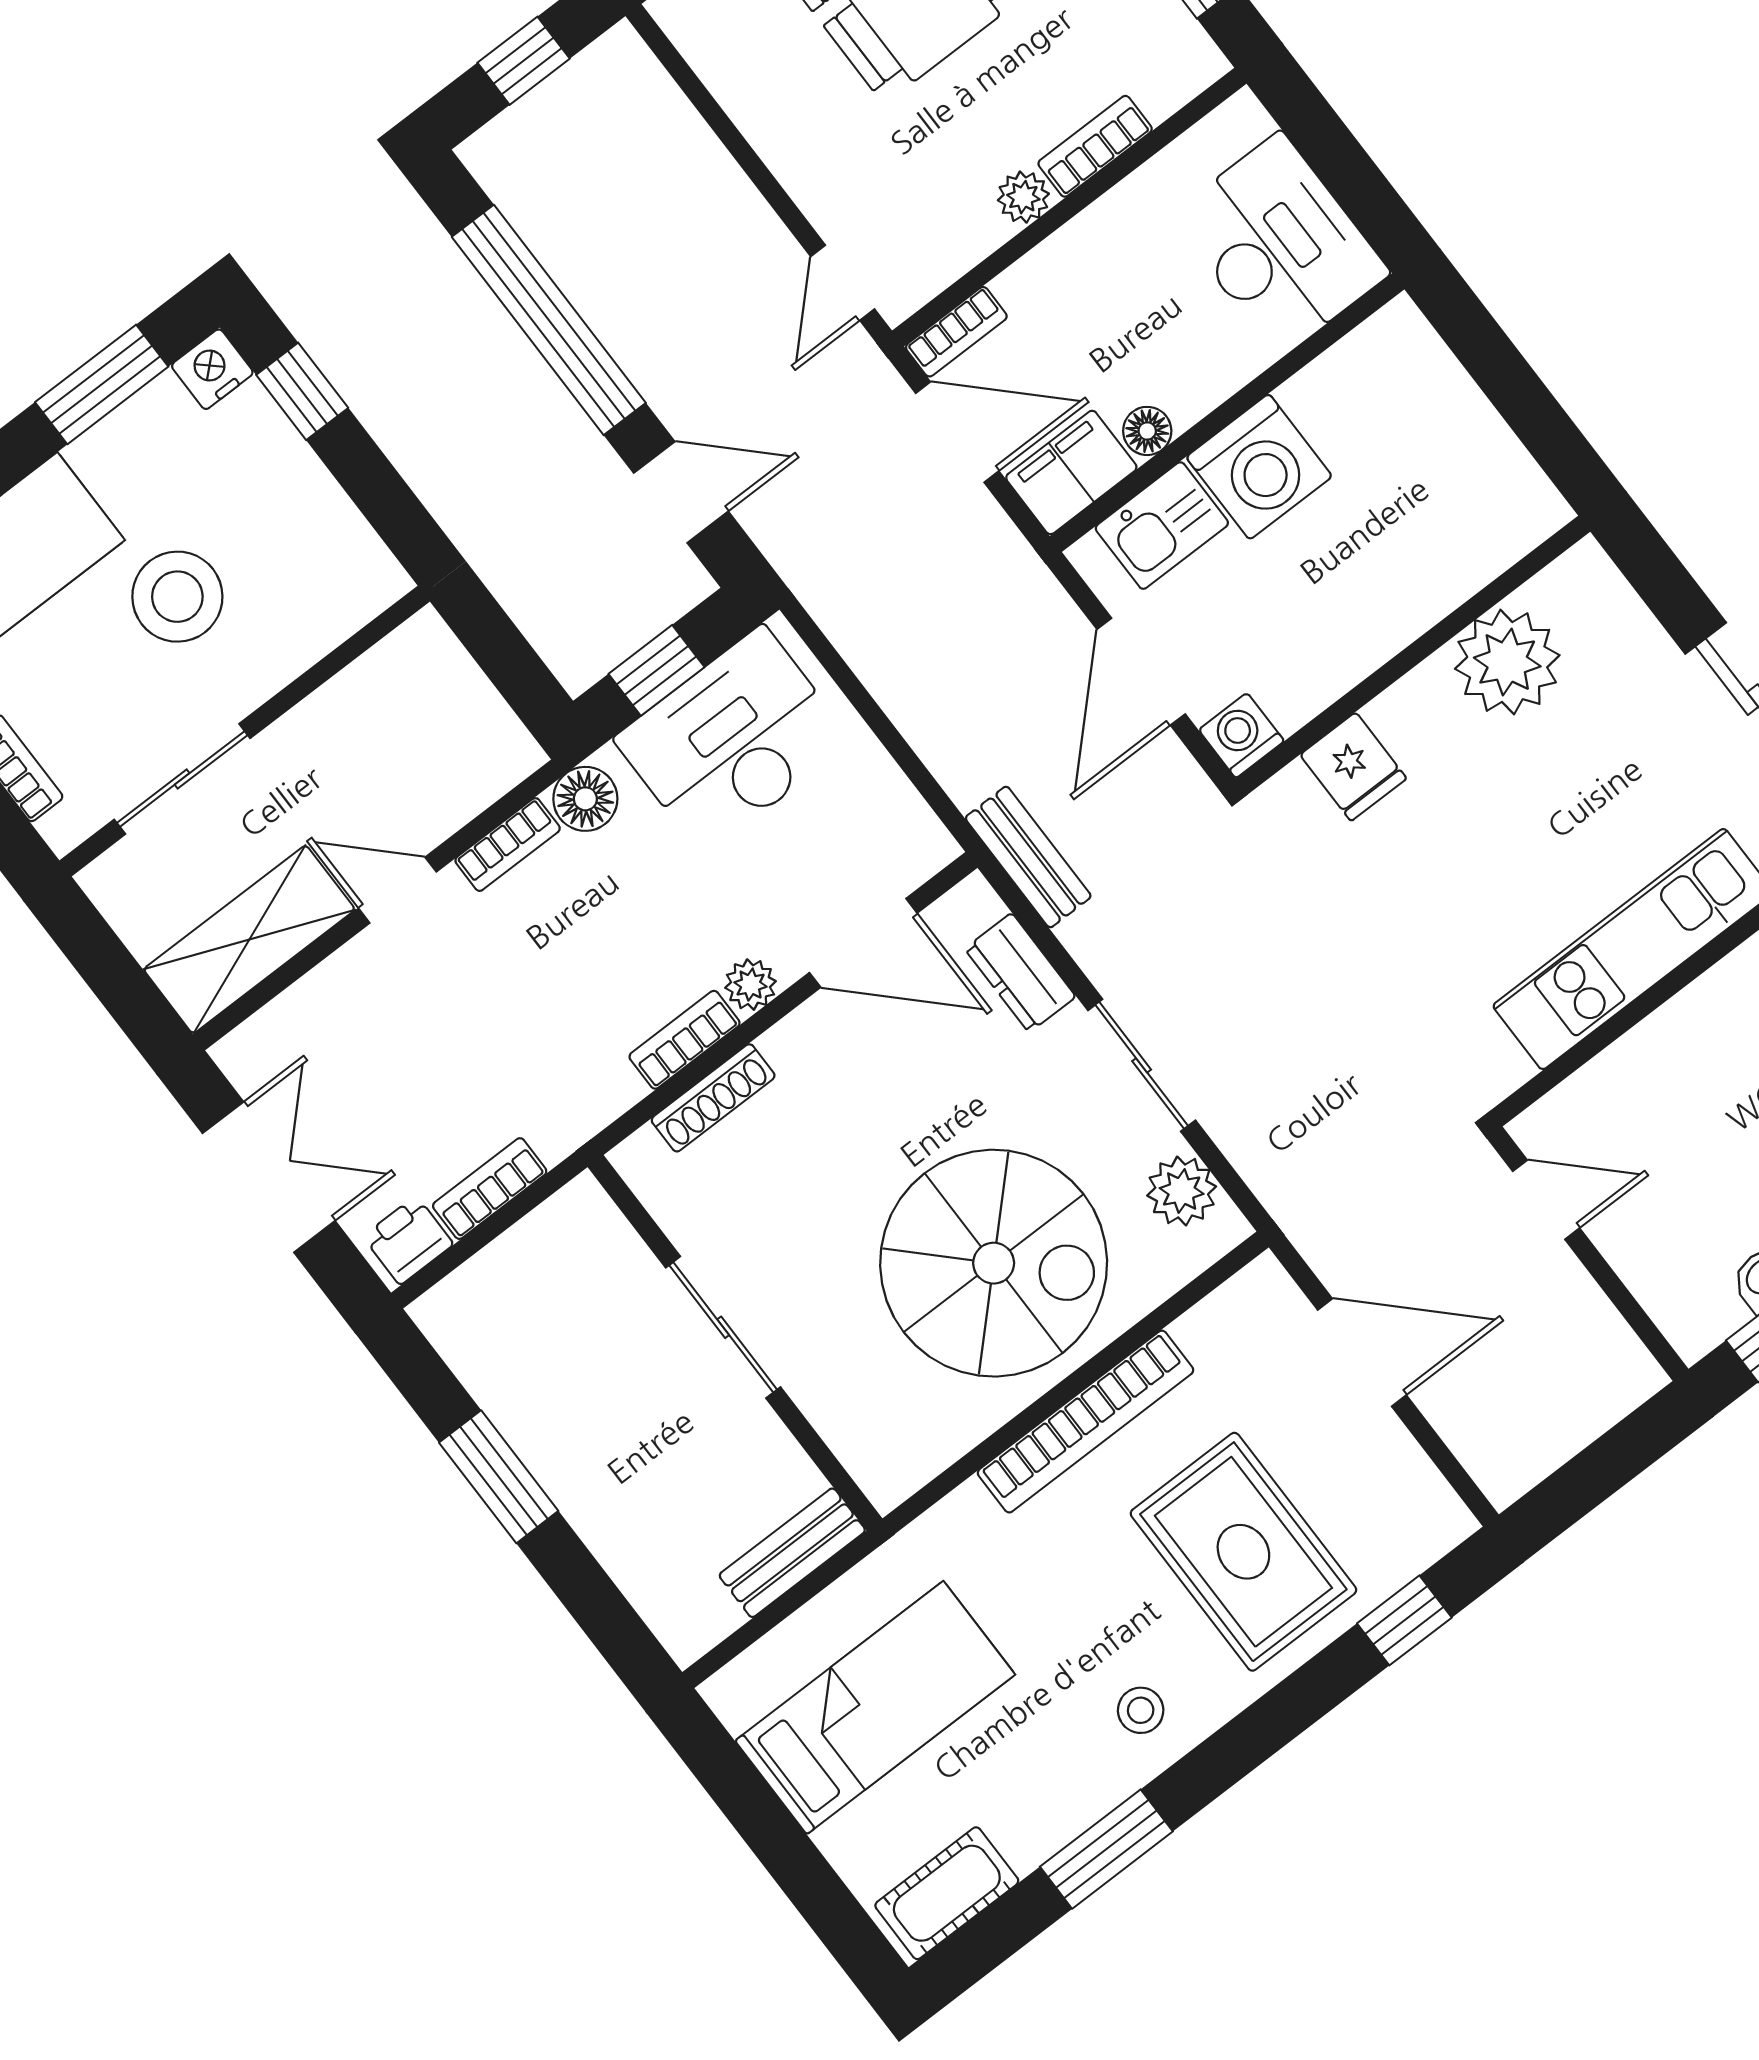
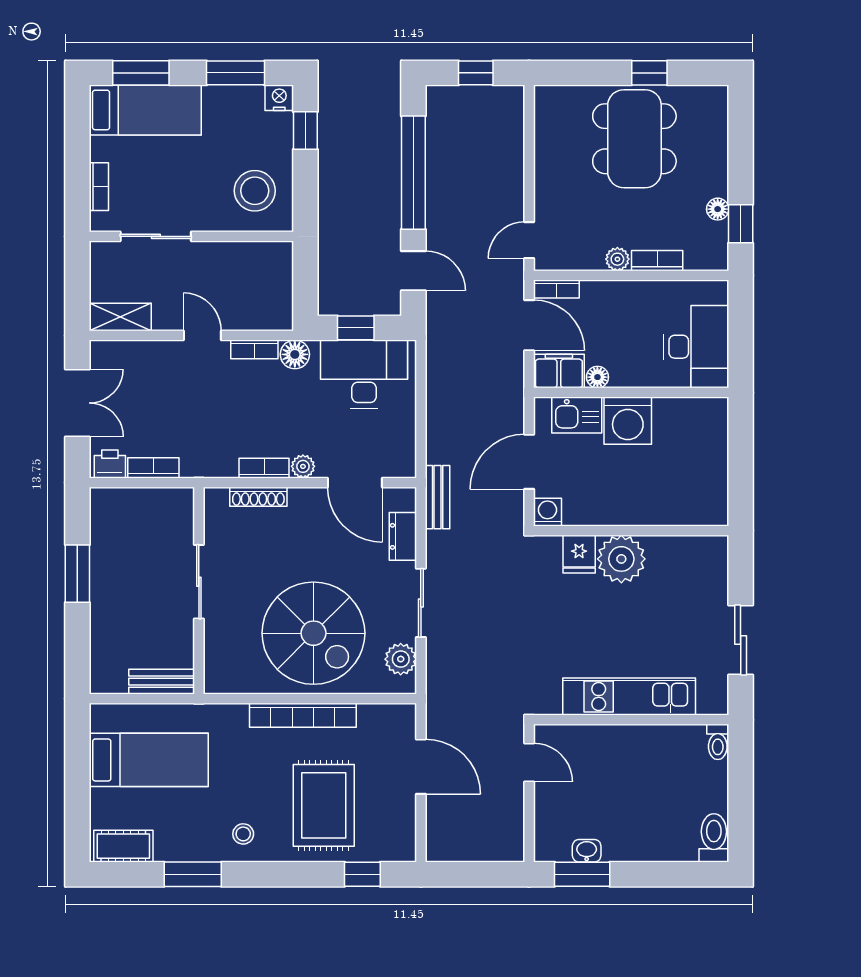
stool: (177, 597) -> (255, 191), moved
plant: (1507, 662) -> (621, 559), moved
shelving: (249, 939) -> (120, 317), width x0.67, depth x0.75

